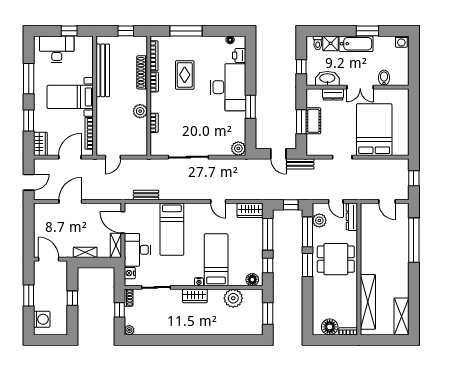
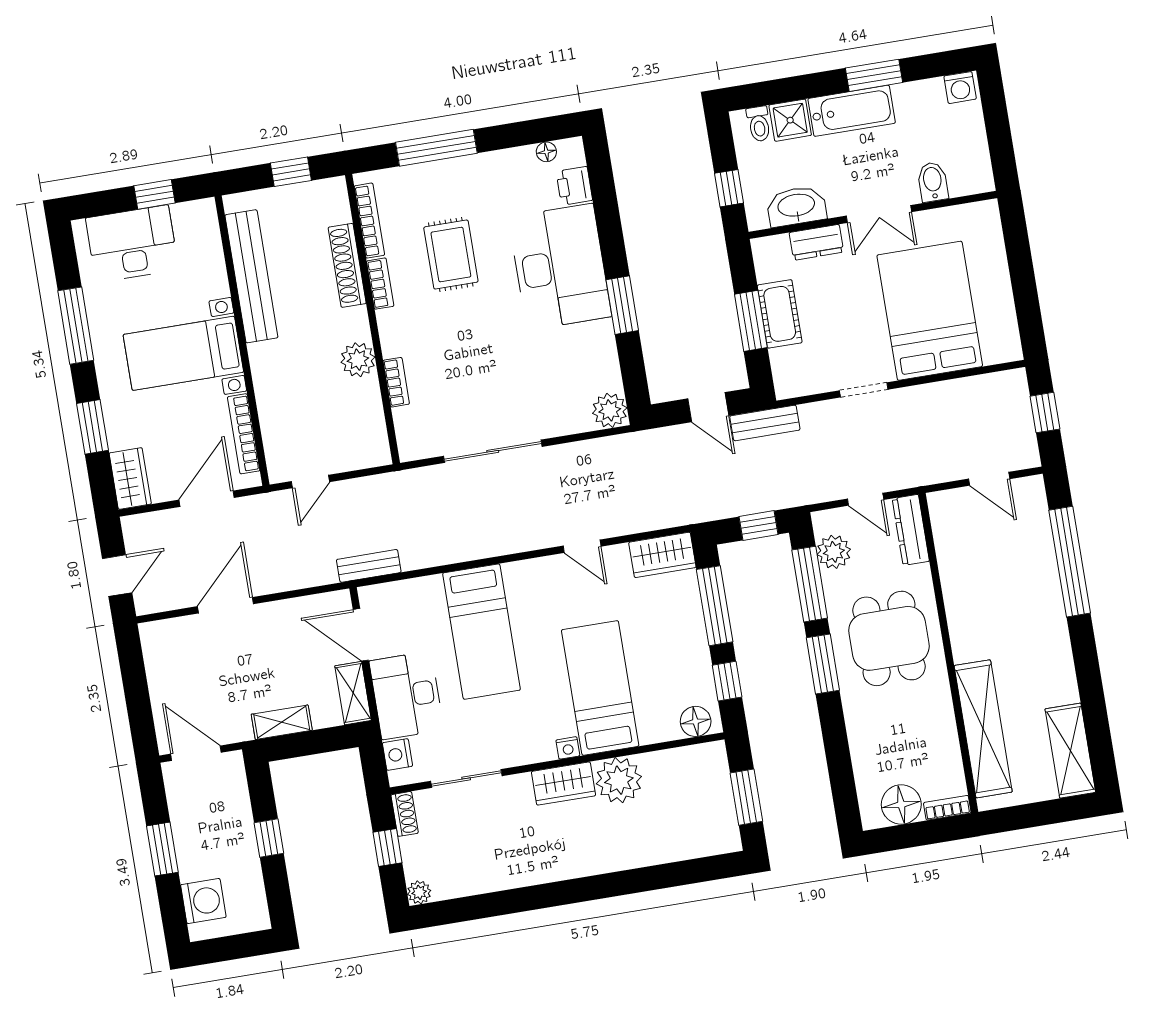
bench: (146, 195) -> (369, 566), moved
dining table: (336, 259) -> (889, 638), turned 90
plant: (233, 298) -> (619, 780), moved

